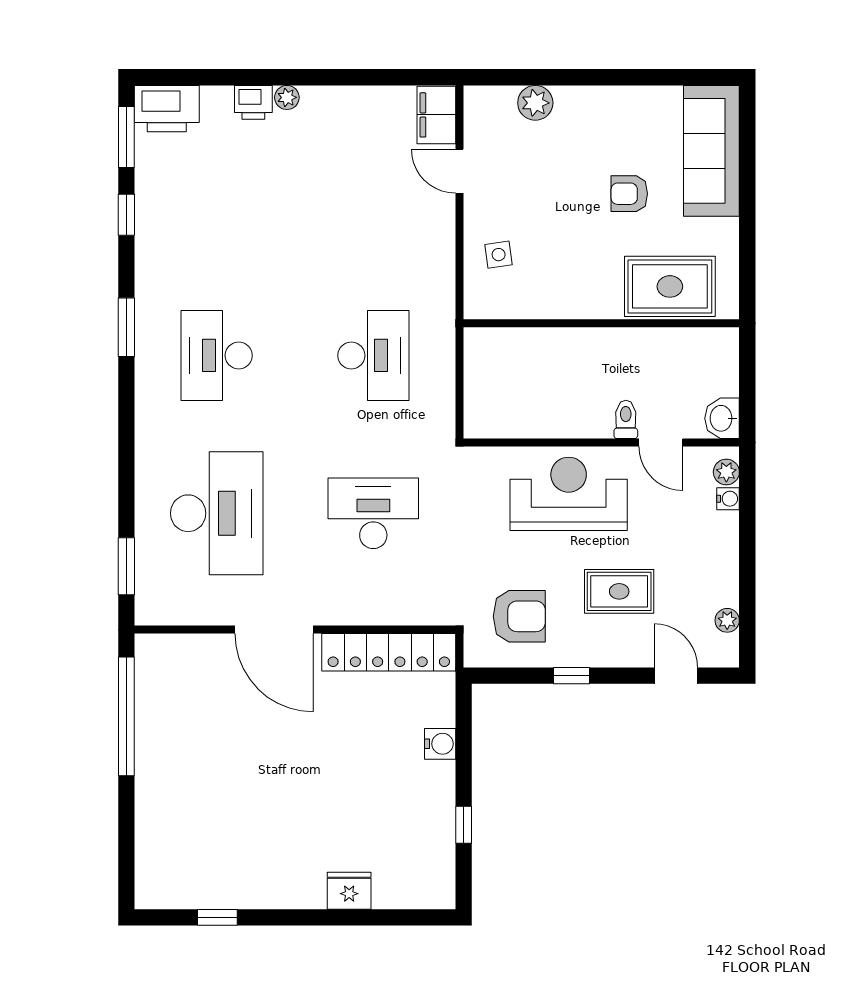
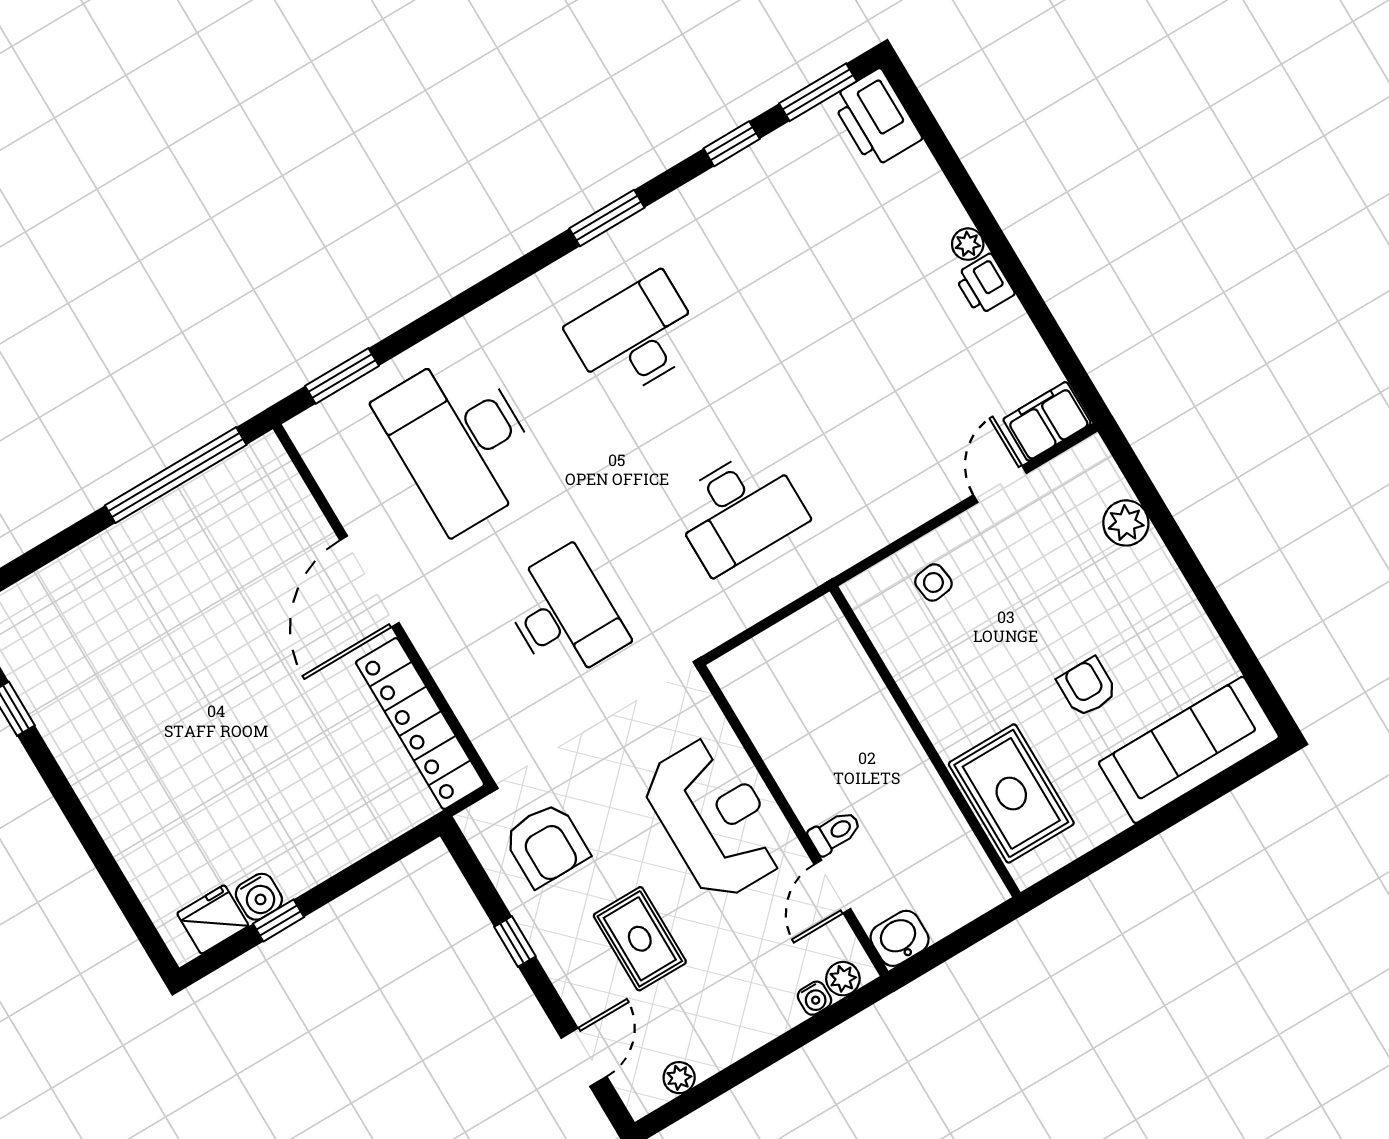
printer: (253, 102) -> (984, 284), moved
desk: (217, 513) -> (460, 441), turned 90
water cooler: (440, 744) -> (259, 897), moved
fridge: (349, 891) -> (213, 919), moved, turned -90

